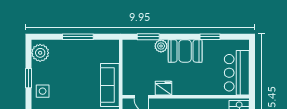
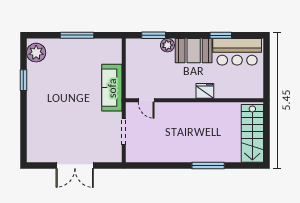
bar counter: (237, 73) -> (237, 52), moved, turned -90
fridge: (164, 88) -> (205, 91), moved
side table: (43, 91) -> (39, 94), removed

